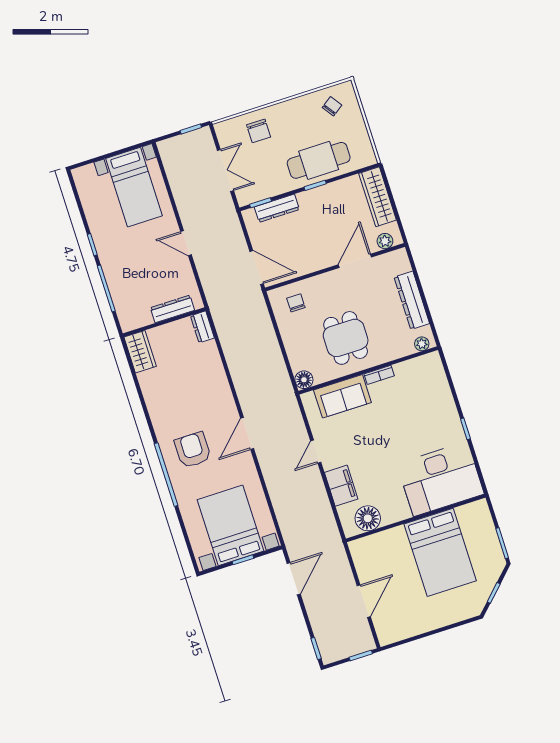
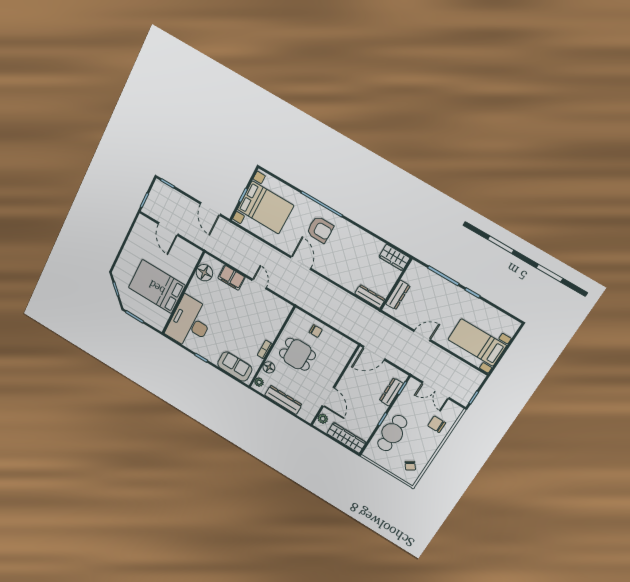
chair: (296, 303) -> (316, 331), moved
dresser: (202, 327) -> (370, 296), width x1.44
floor lamp: (304, 380) -> (269, 367), moved
sofa: (342, 396) -> (235, 367), moved, turned 90

